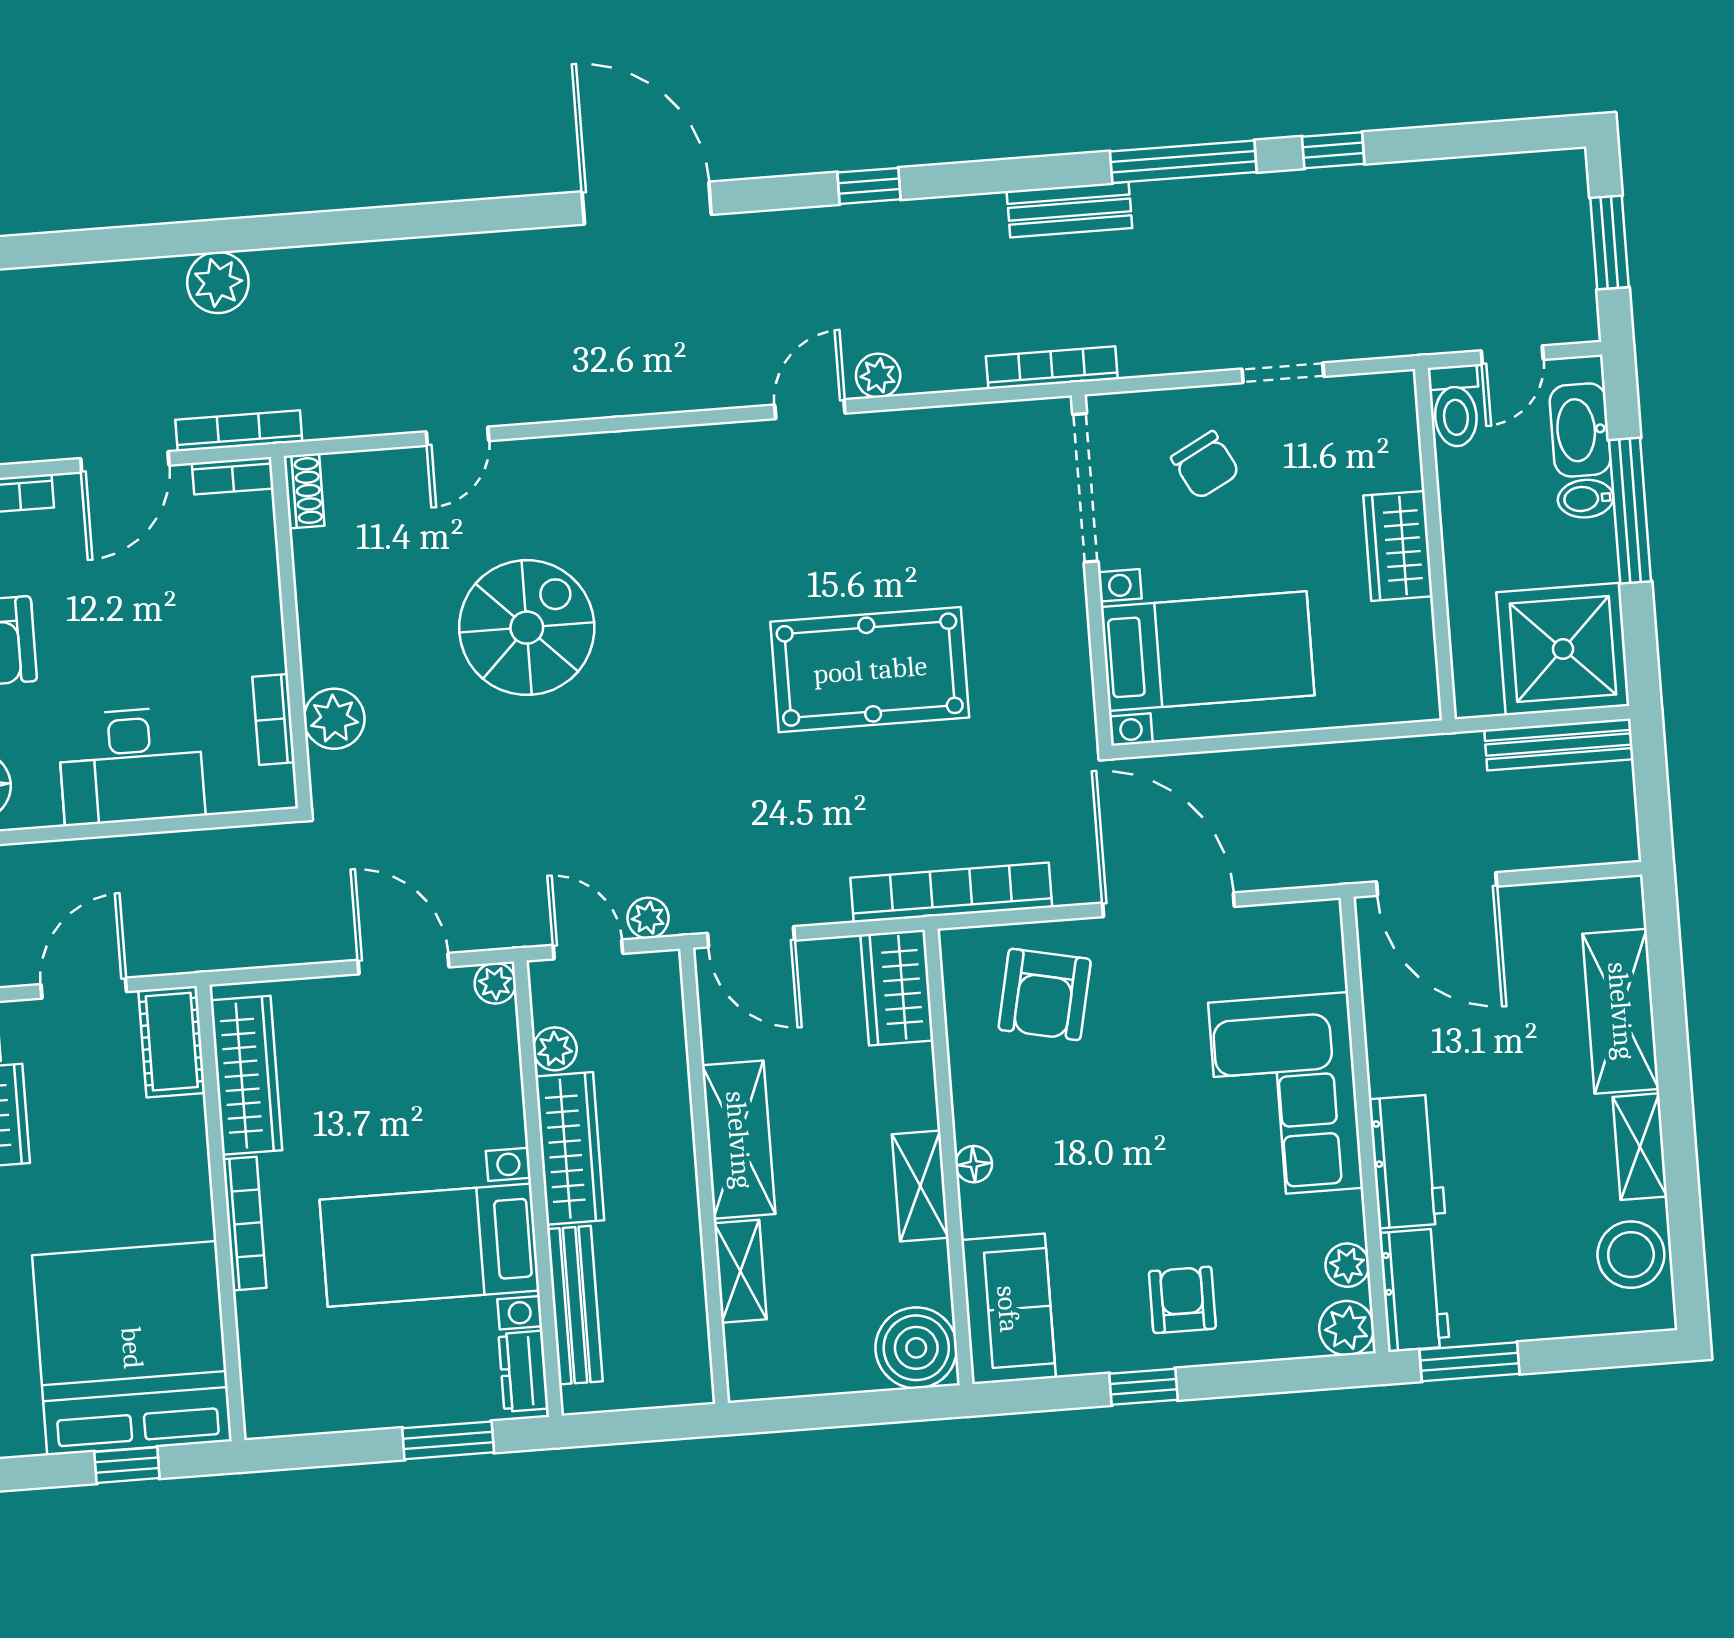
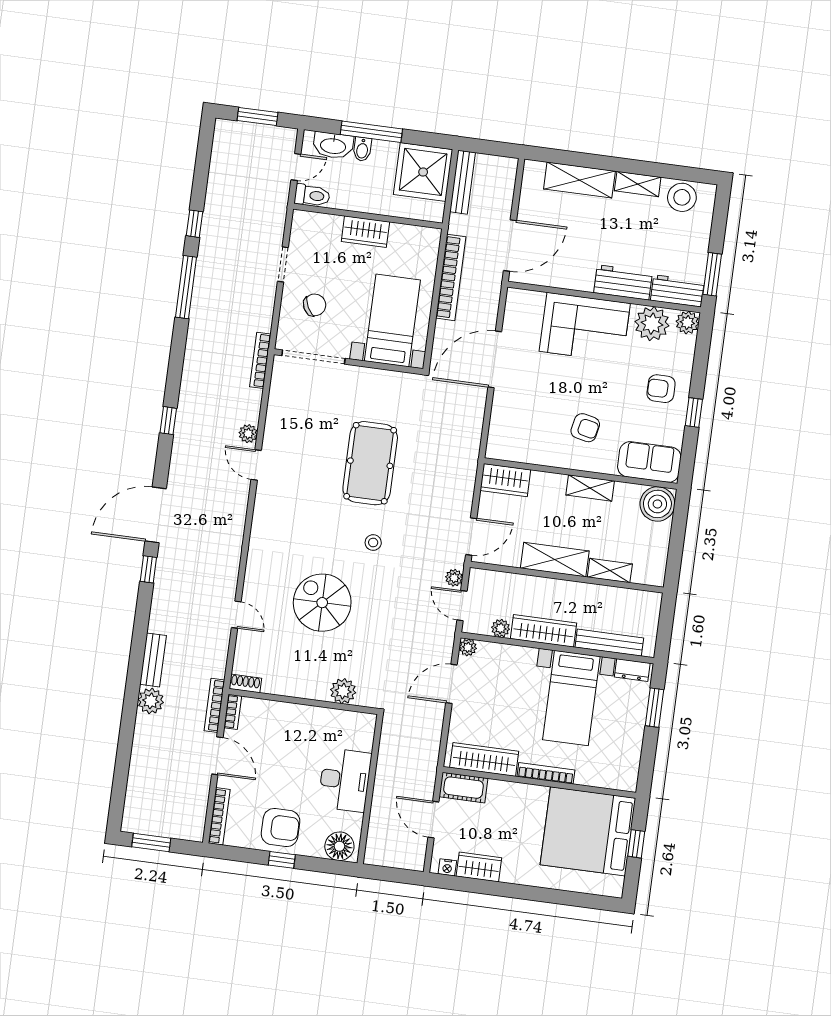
bench: (1069, 210) -> (153, 660), moved
window: (518, 213) -> (148, 569), added
door: (1512, 355) -> (296, 167), hinge flipped
stool: (689, 715) -> (373, 543), added
bookcase: (274, 719) -> (338, 716), removed
bookcase: (951, 892) -> (451, 277), moved, turned 180
door: (588, 949) -> (462, 606), hinge flipped
armchair: (1045, 994) -> (585, 428), moved, width x0.72, depth x0.72
floor lamp: (974, 1164) -> (586, 464), removed
plant: (1347, 1265) -> (652, 324), width x1.87, depth x1.87

